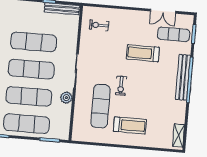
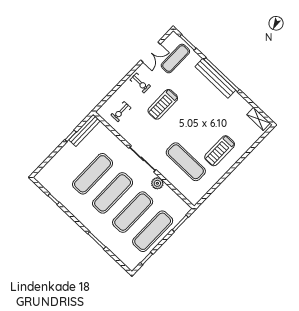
treadmill: (143, 53) -> (163, 104), moved
exercise bike: (121, 86) -> (140, 83), moved
treadmill: (130, 125) -> (220, 151), turned 180

